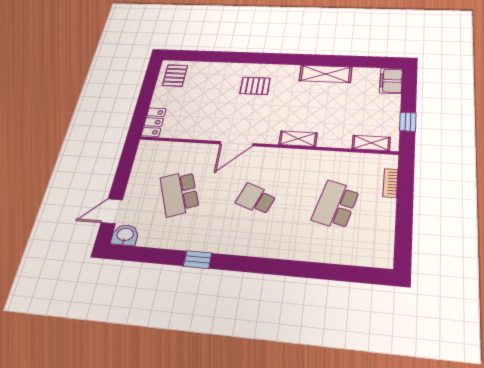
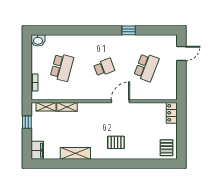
shelving: (298, 139) -> (67, 107), moved
school desk: (179, 193) -> (146, 67), turned 42
school desk: (256, 199) -> (104, 67), turned -42
washbasin: (125, 235) -> (38, 40), moved

